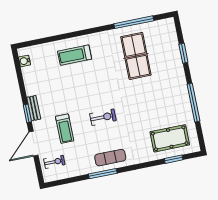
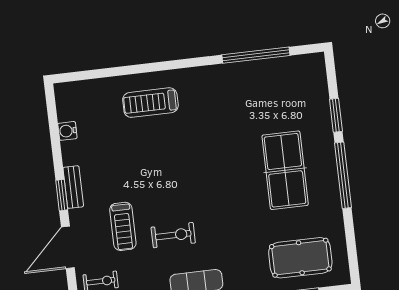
table tennis table: (136, 56) -> (285, 170), moved
water cooler: (25, 61) -> (67, 131), moved
window: (194, 103) -> (343, 175), moved
exercise bike: (103, 117) -> (173, 235), moved

